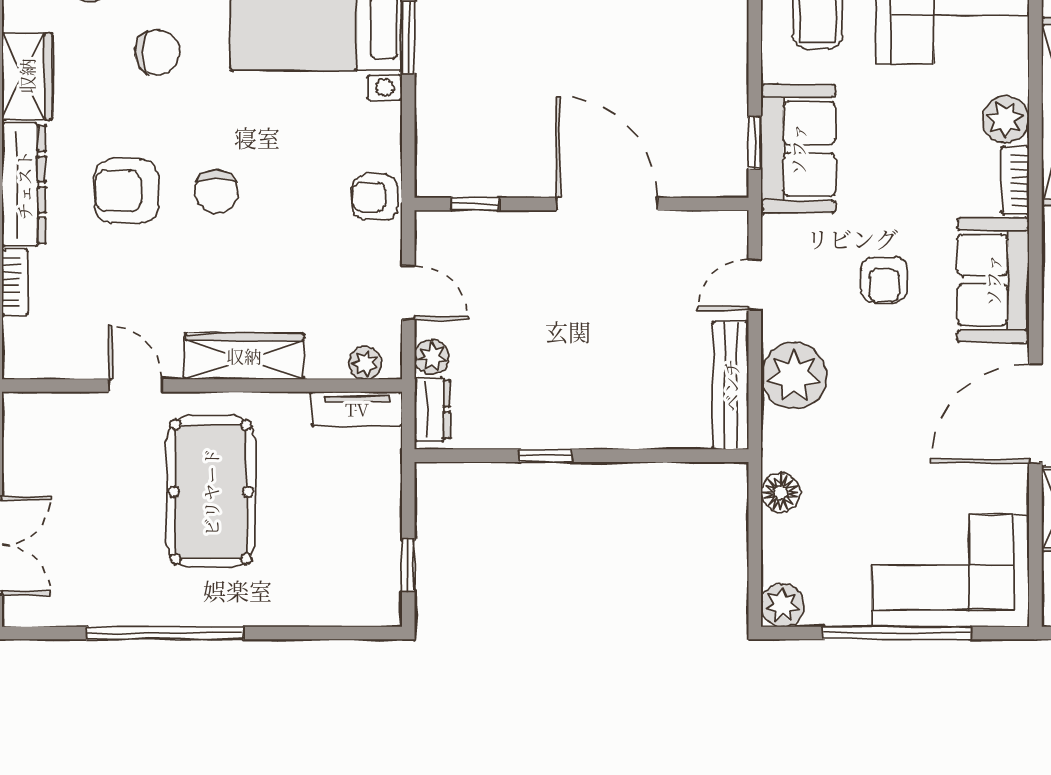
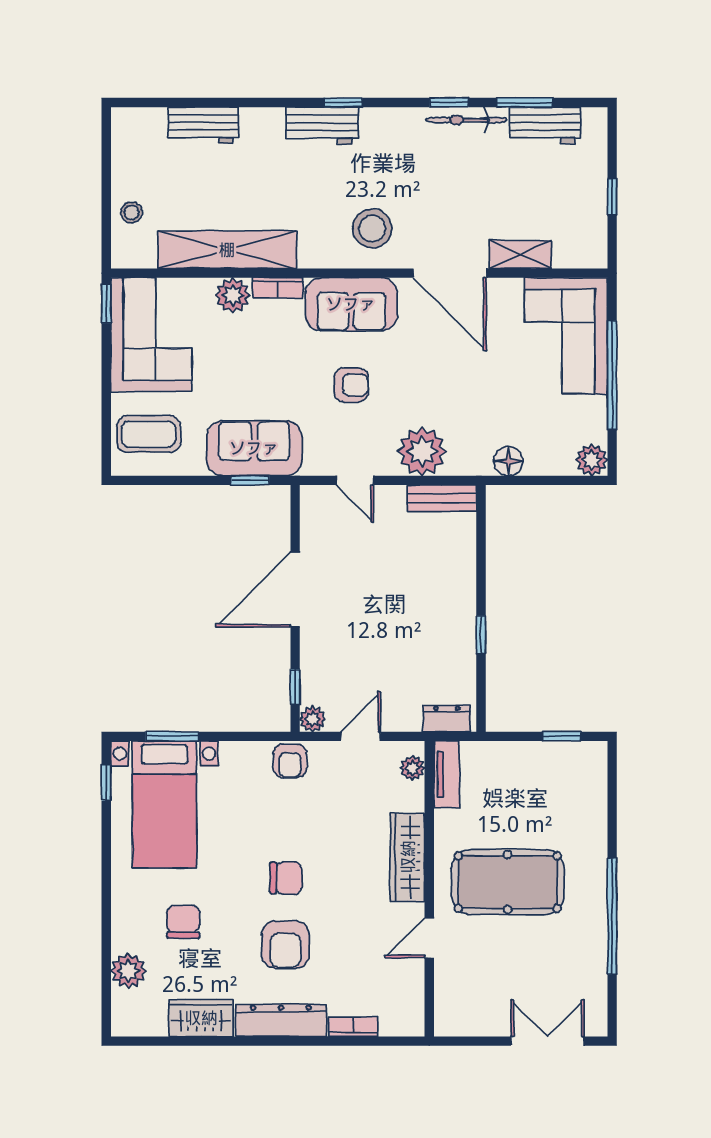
plant: (432, 357) -> (313, 719), moved
bench: (731, 385) -> (442, 498), width x0.73

